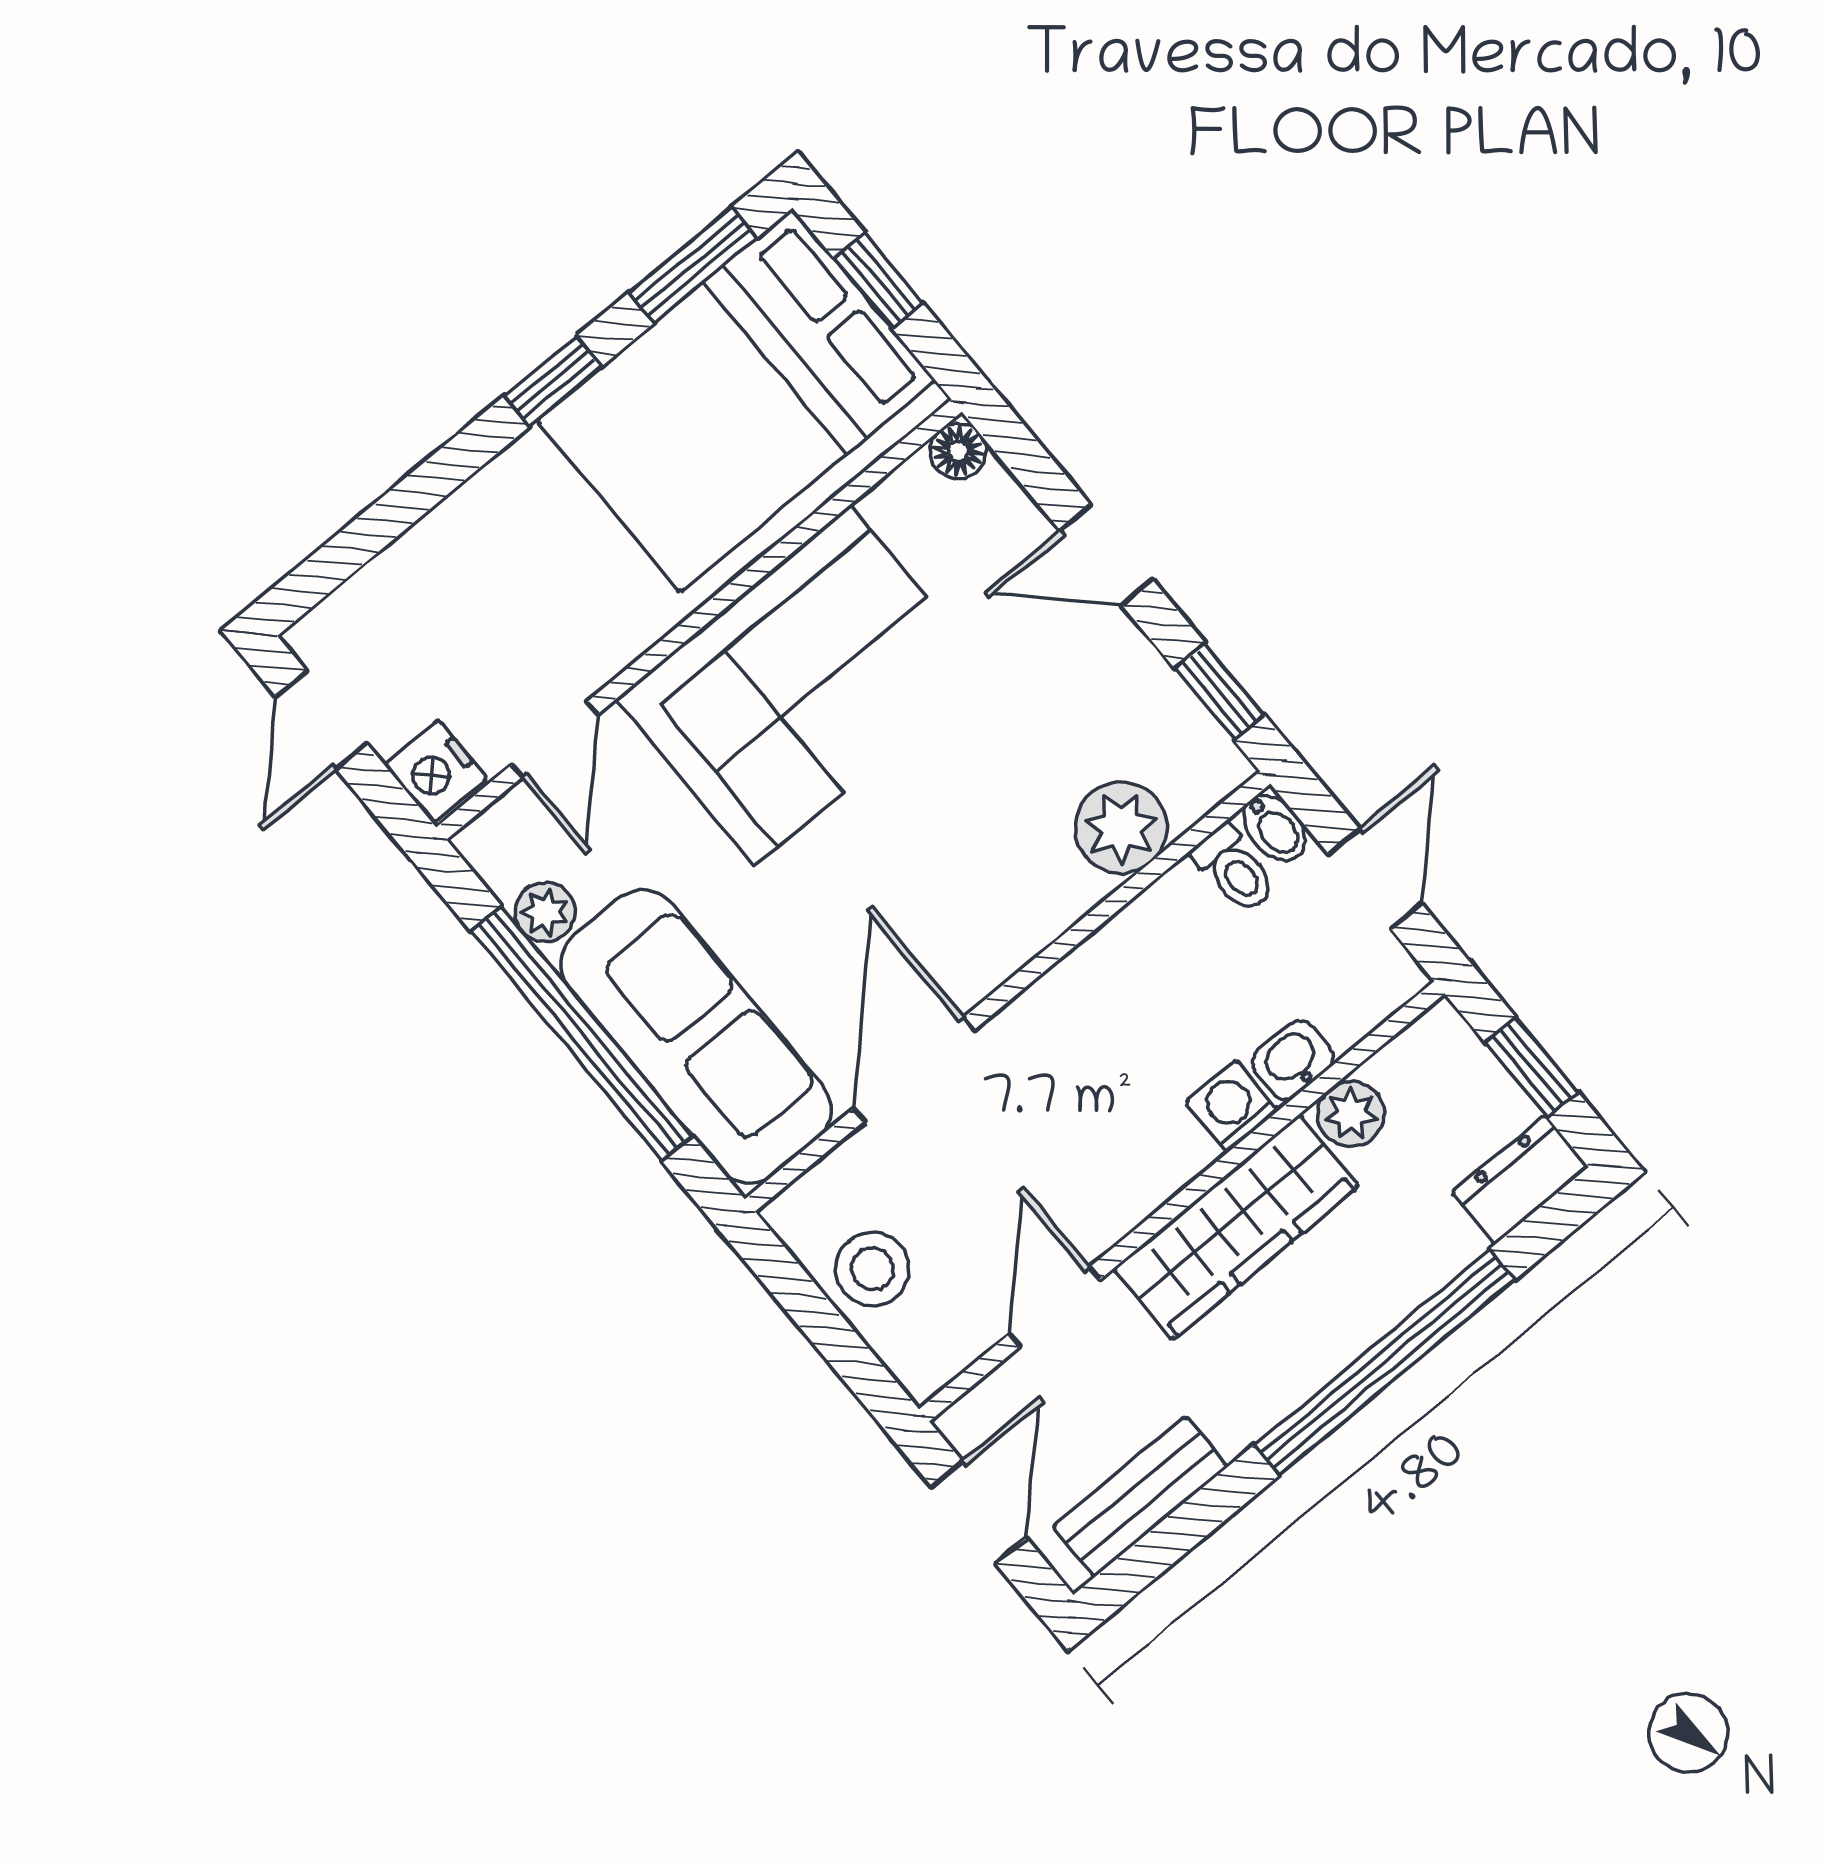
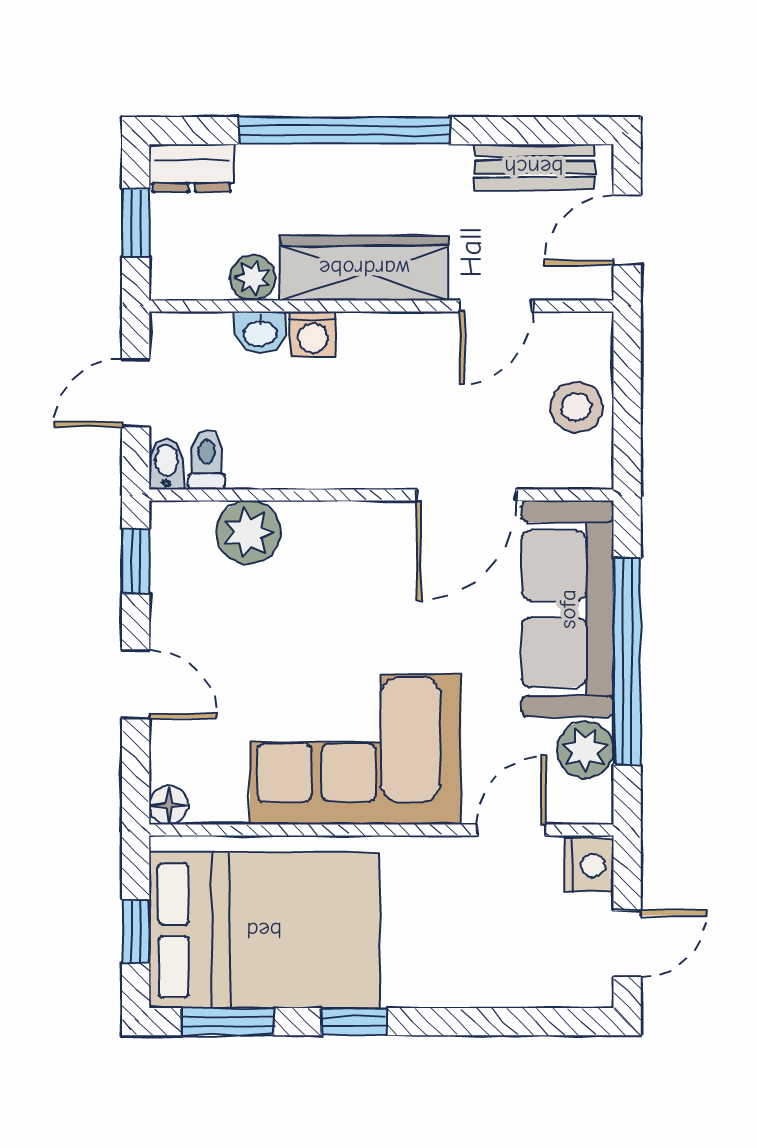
plant: (545, 912) -> (585, 750), width x1.38, depth x1.38

